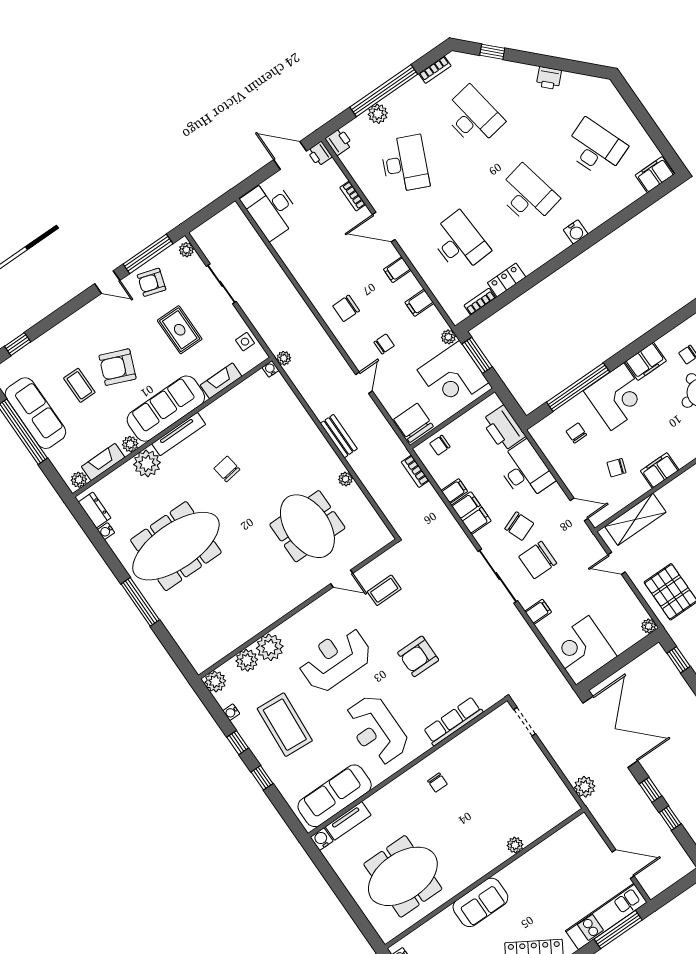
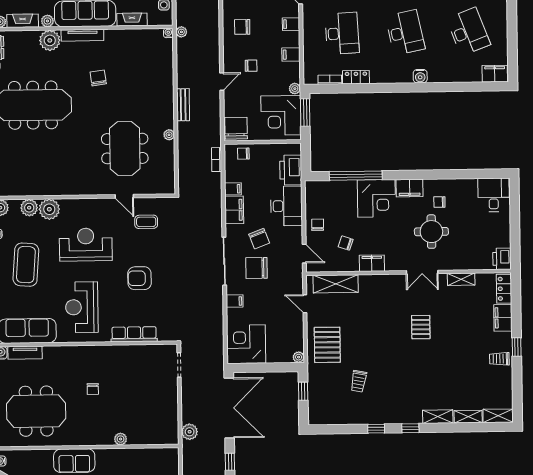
chair: (576, 433) -> (318, 225), moved
chair: (437, 783) -> (93, 389), moved

